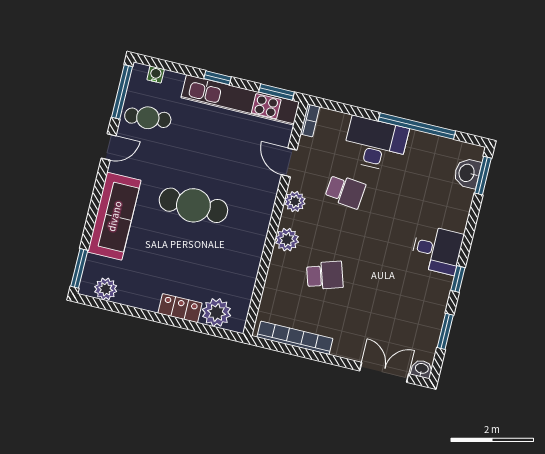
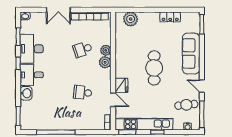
desk: (375, 144) -> (32, 49), moved, turned 90
door: (109, 147) -> (202, 86), hinge flipped
washbasin: (467, 173) -> (26, 93), moved
fridge: (266, 187) -> (121, 85), added
plant: (295, 201) -> (106, 50), moved
cafe table: (193, 205) -> (154, 68), turned 90
plant: (106, 289) -> (187, 17), removed
locker: (180, 308) -> (170, 17), moved
double door: (384, 372) -> (58, 10), moved

